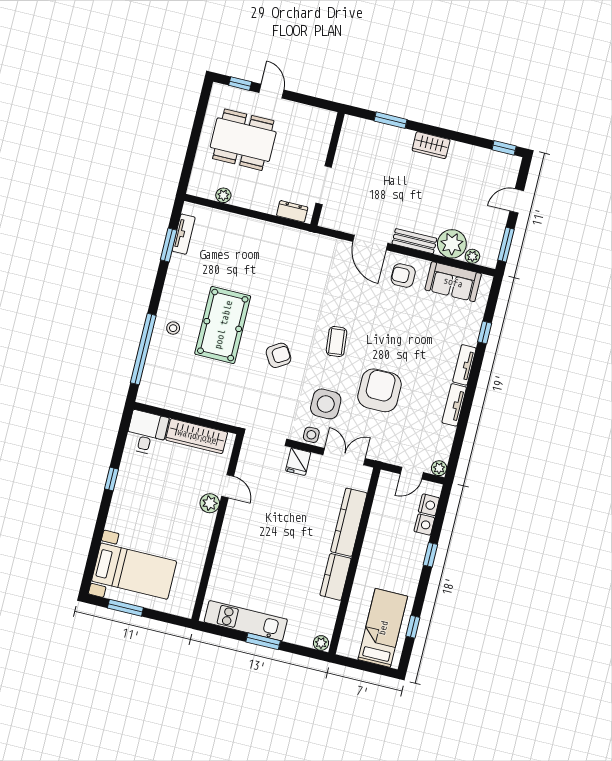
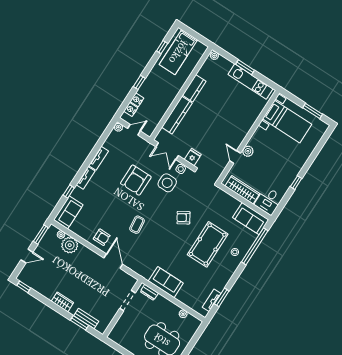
sofa: (271, 238) -> (166, 282), added
bench: (414, 241) -> (86, 319), moved
sofa: (453, 282) -> (68, 212), moved, turned 90
coffee table: (337, 342) -> (137, 225), moved
sofa: (166, 393) -> (251, 219), added
bed with nightstands: (134, 571) -> (287, 122), moved, turned 180

